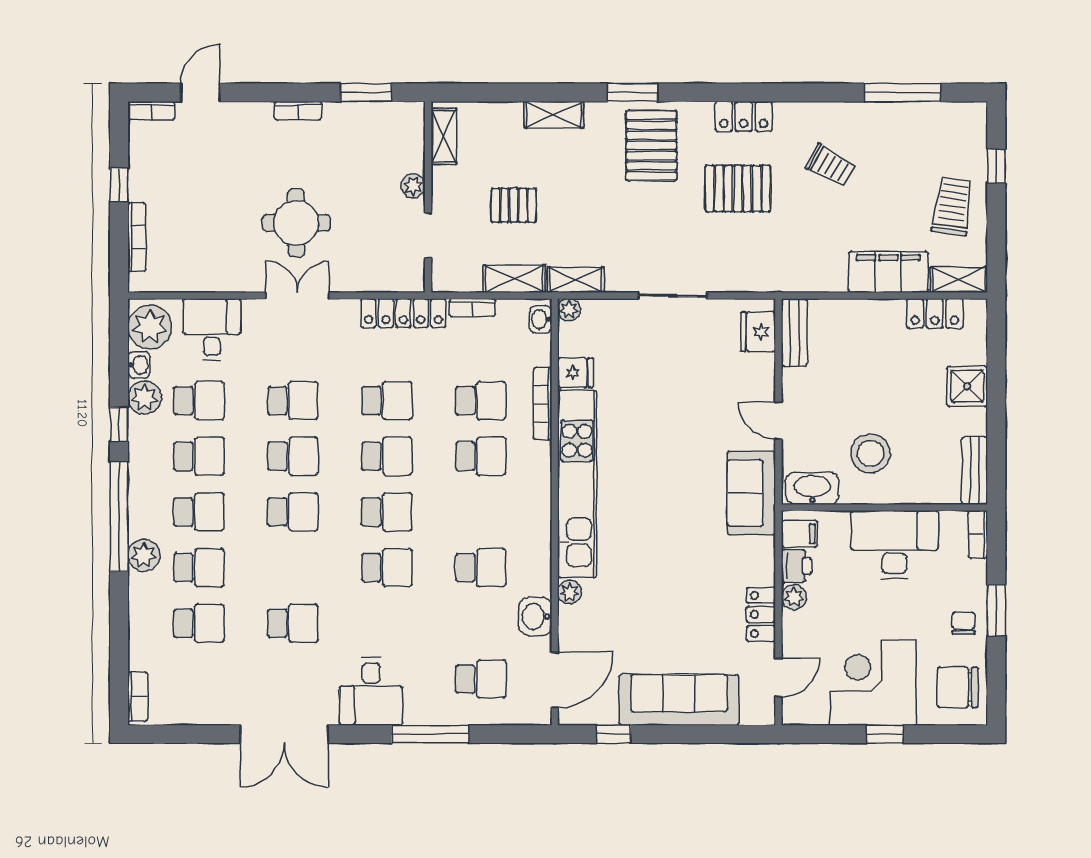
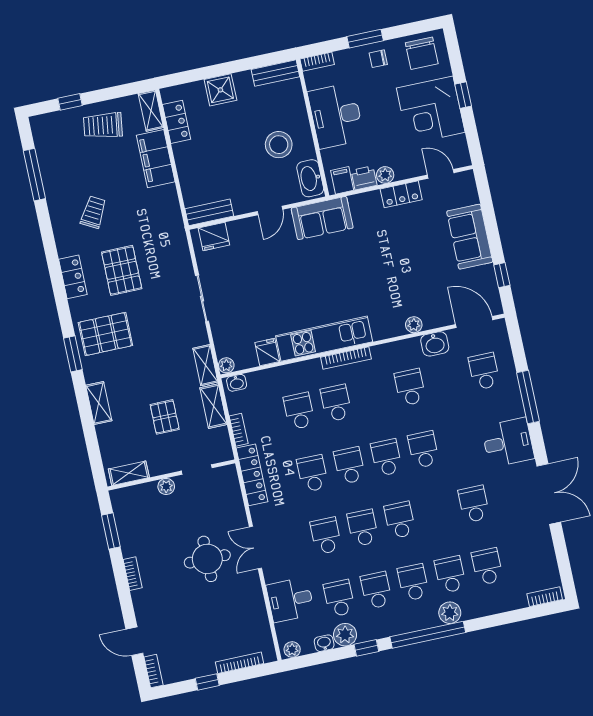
plant: (150, 327) -> (292, 650), width x0.53, depth x0.53
bookcase: (543, 404) -> (346, 358), moved
kitchen unit: (577, 484) -> (324, 339), width x0.73
sofa: (679, 700) -> (470, 237), width x0.73

